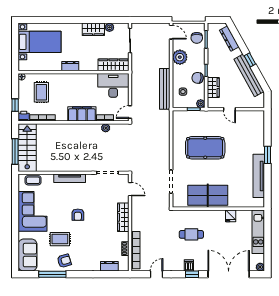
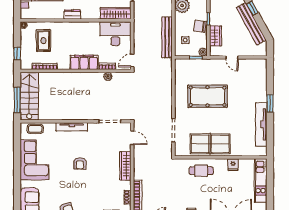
printer: (24, 116) -> (26, 65), removed
cafe table: (191, 234) -> (201, 171), moved
rug: (60, 239) -> (62, 188), removed

